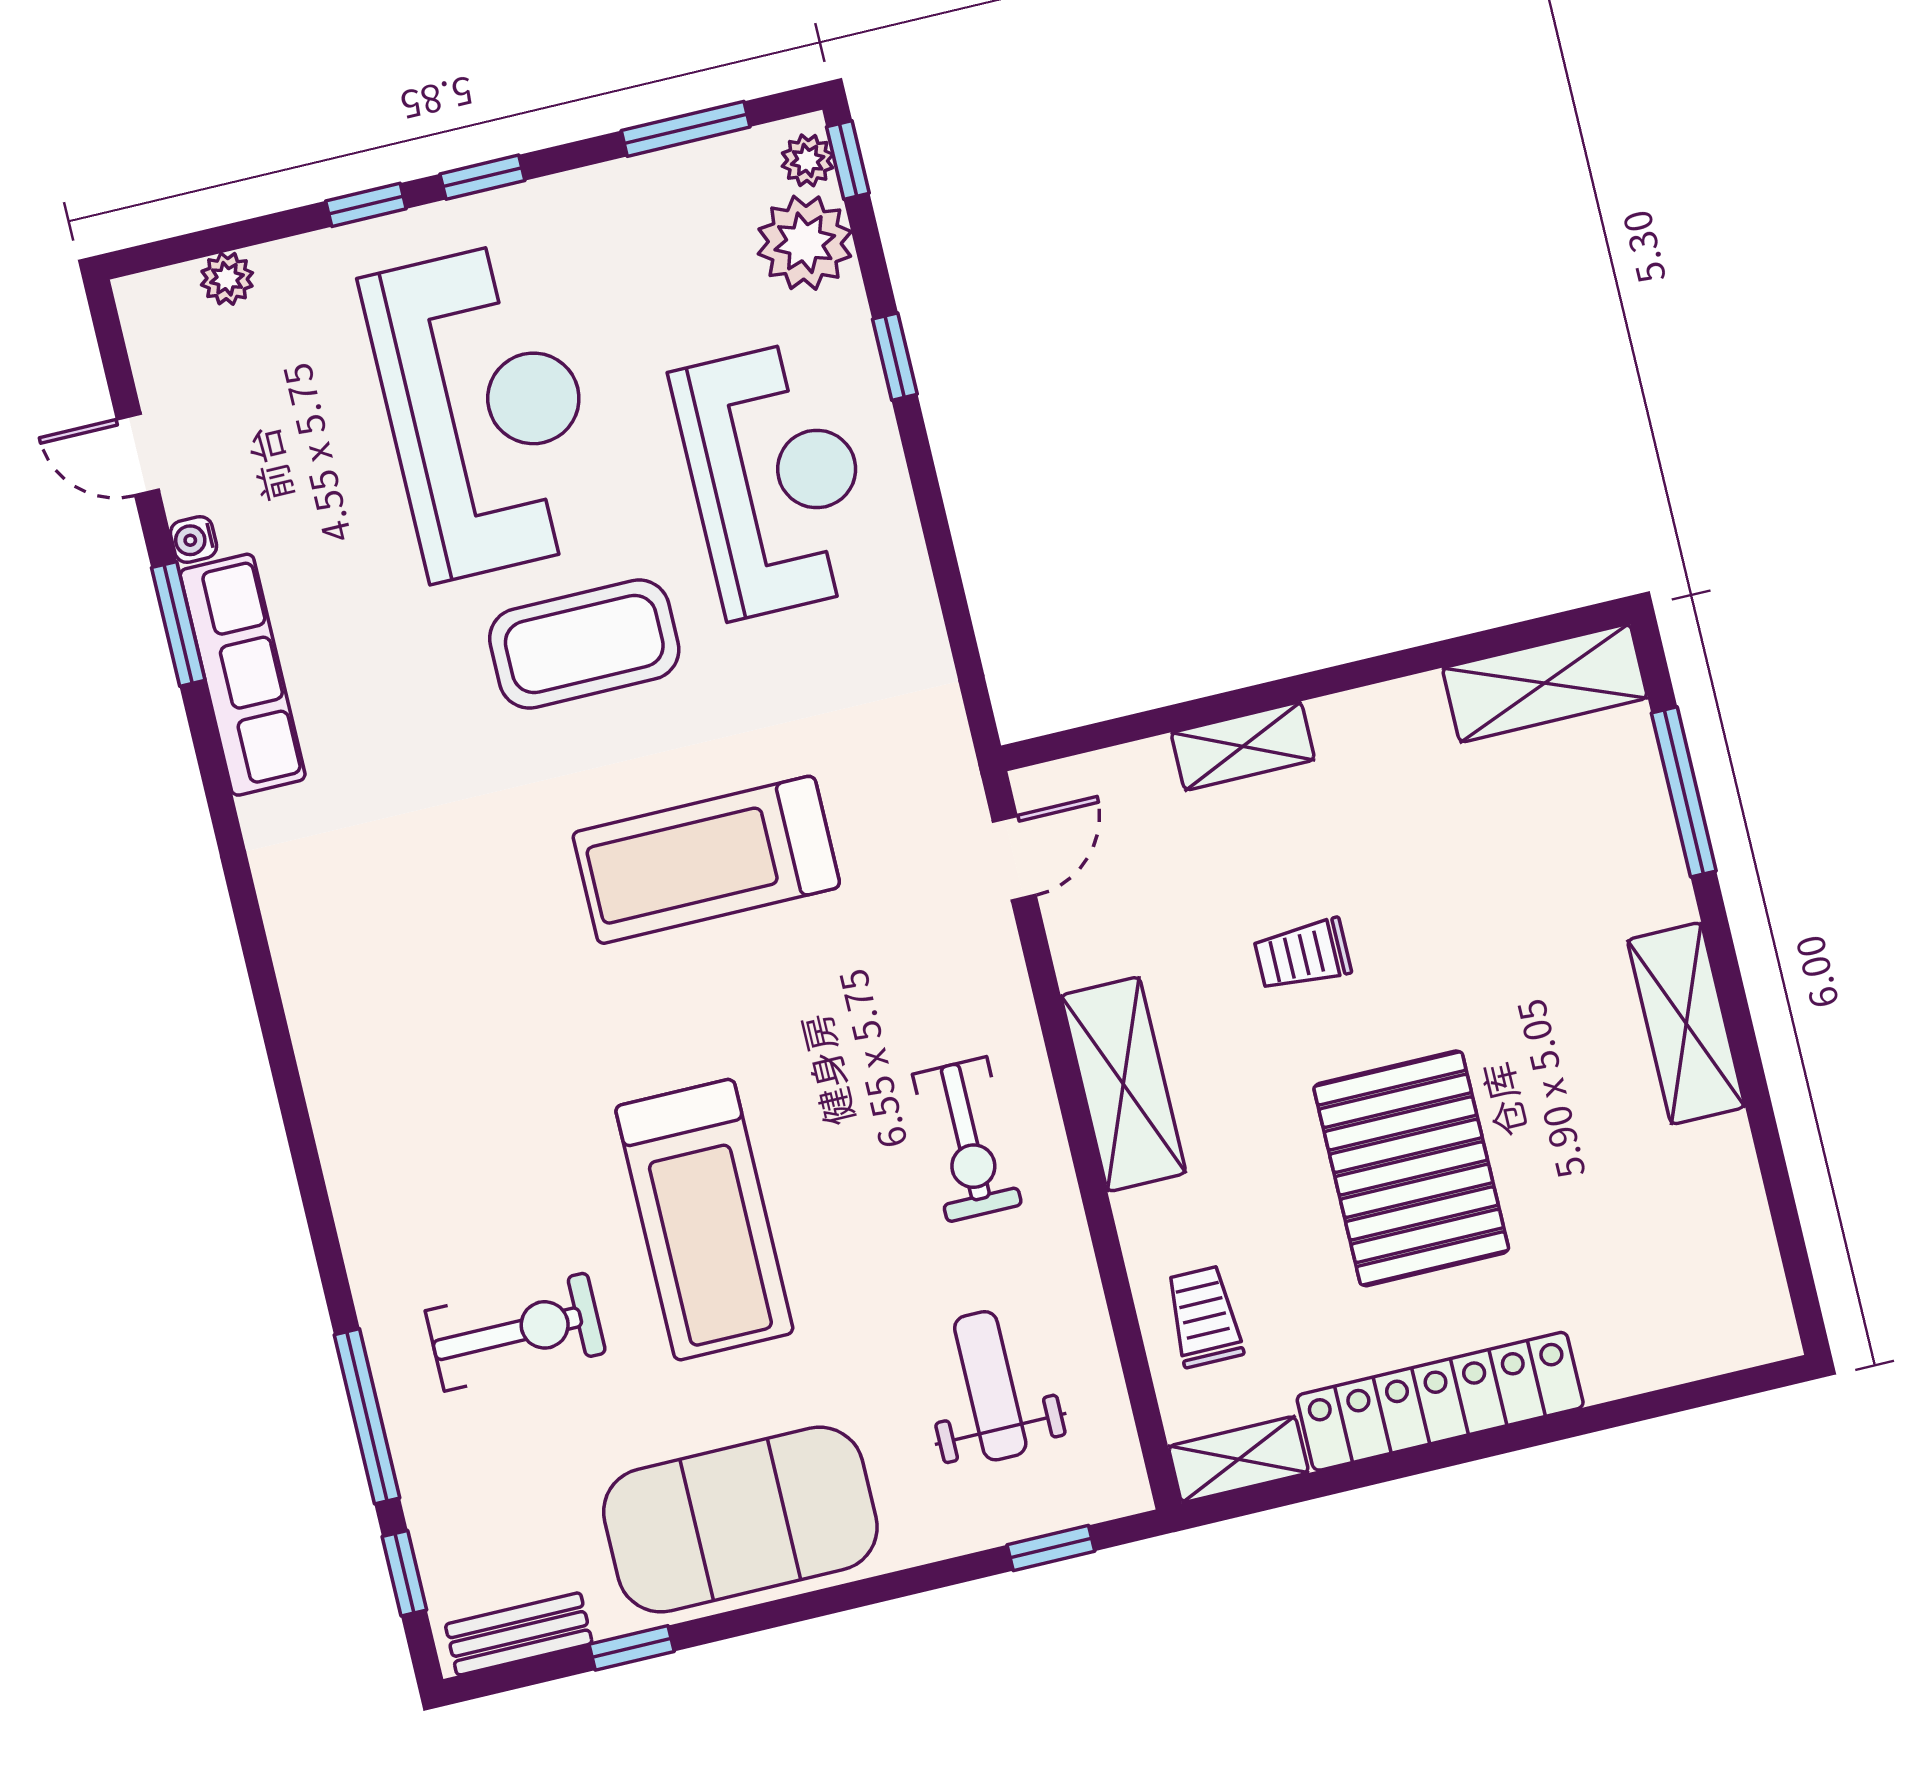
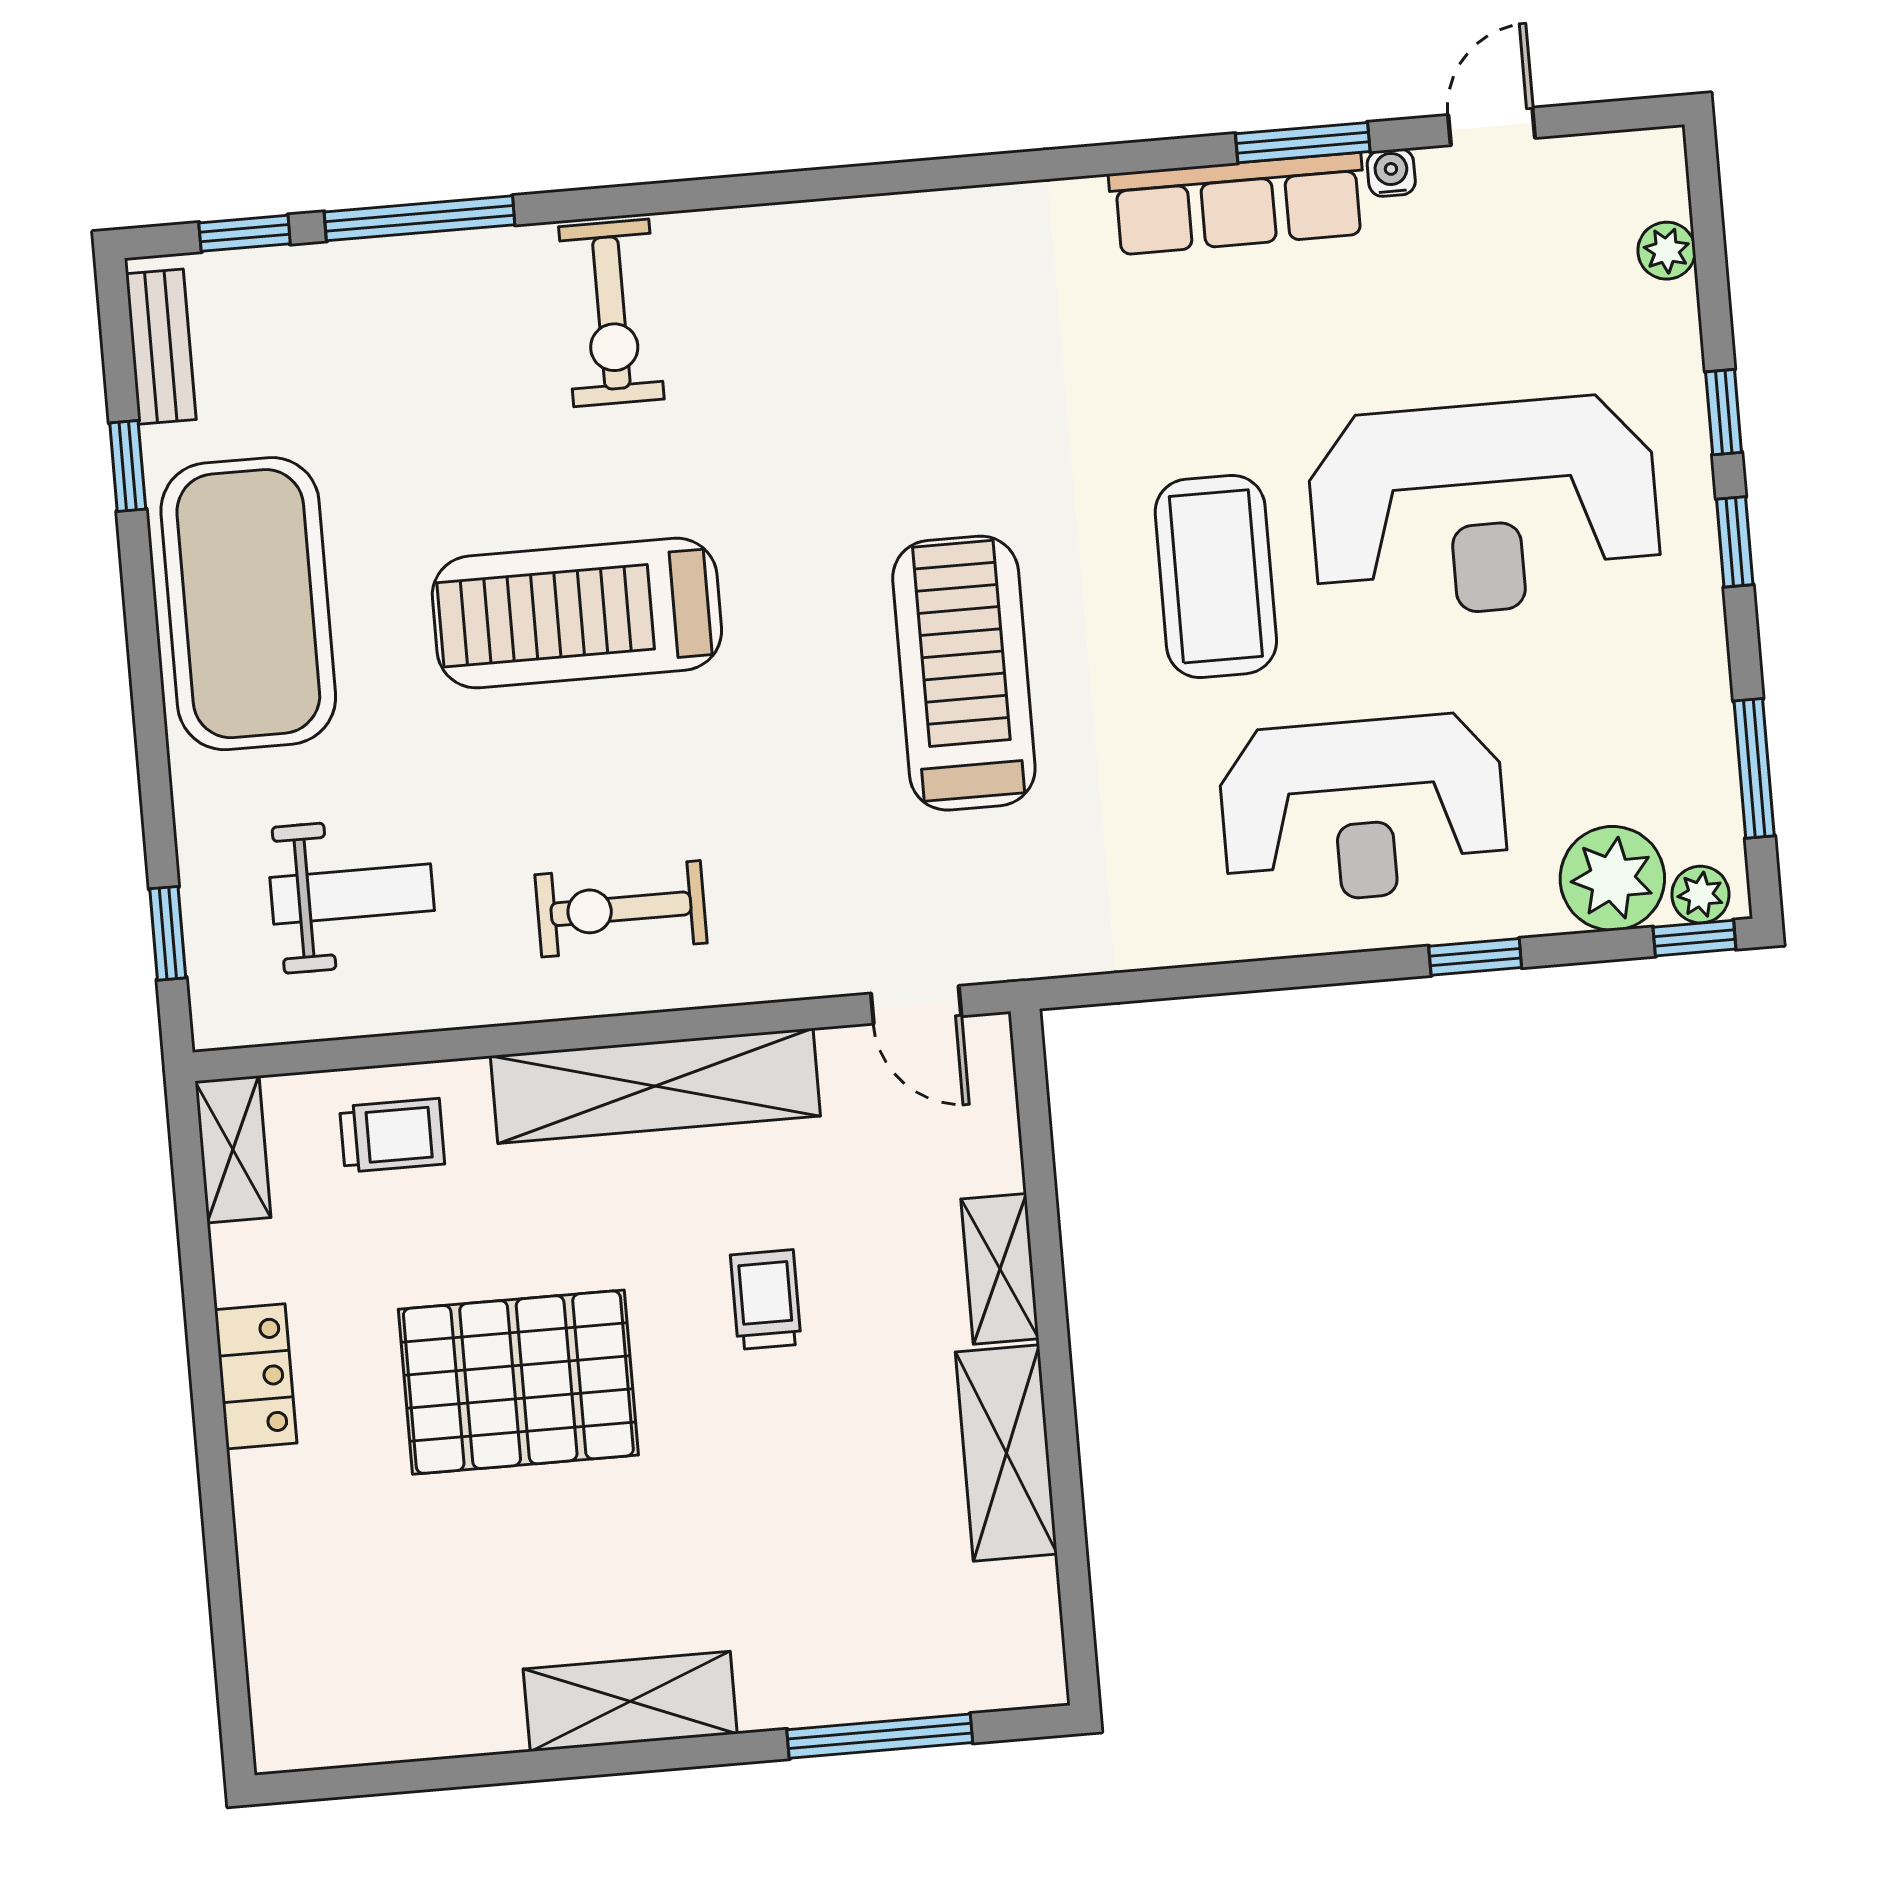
shelving: (1545, 683) -> (1006, 1453), moved
shelving: (1123, 1084) -> (655, 1086), width x1.47
exercise bike: (516, 1332) -> (611, 313), moved
locker: (1440, 1401) -> (256, 1376), width x0.46, depth x0.83

